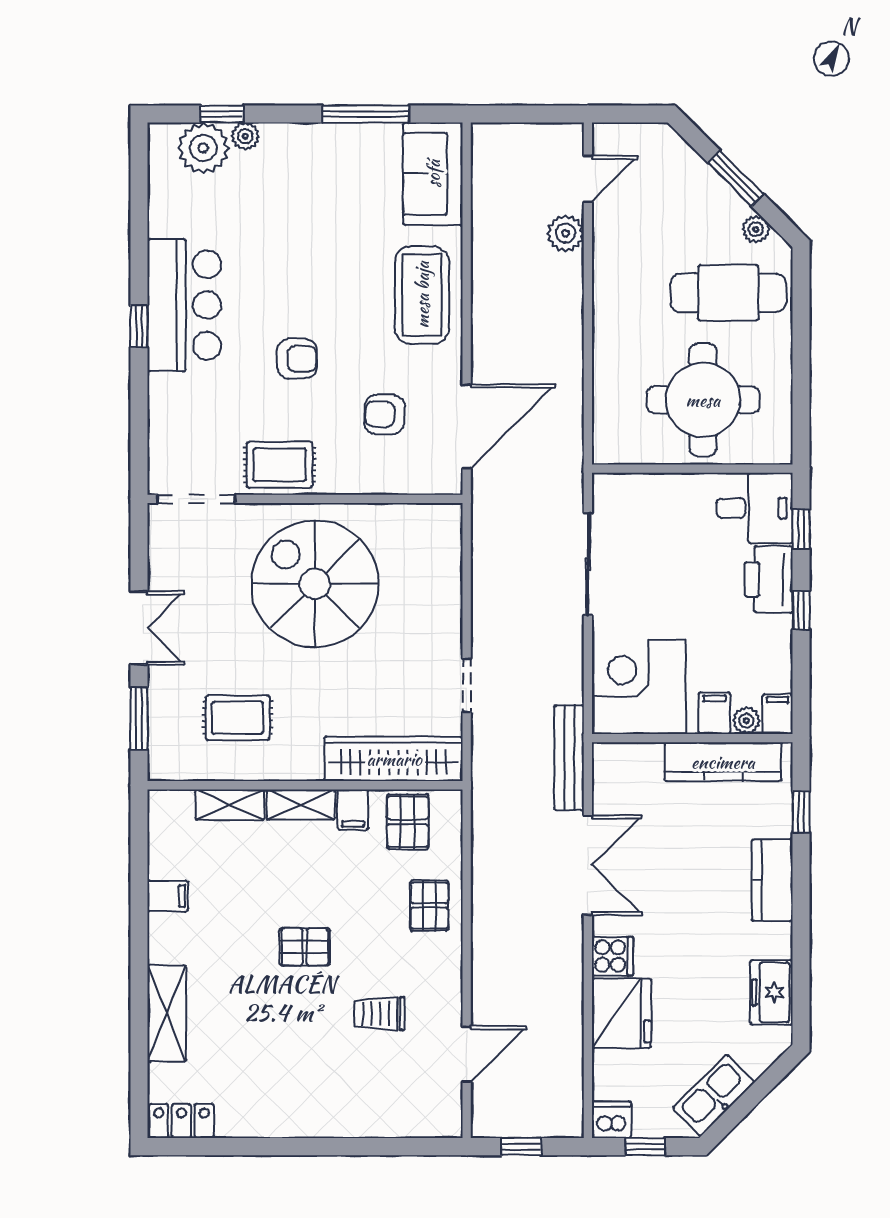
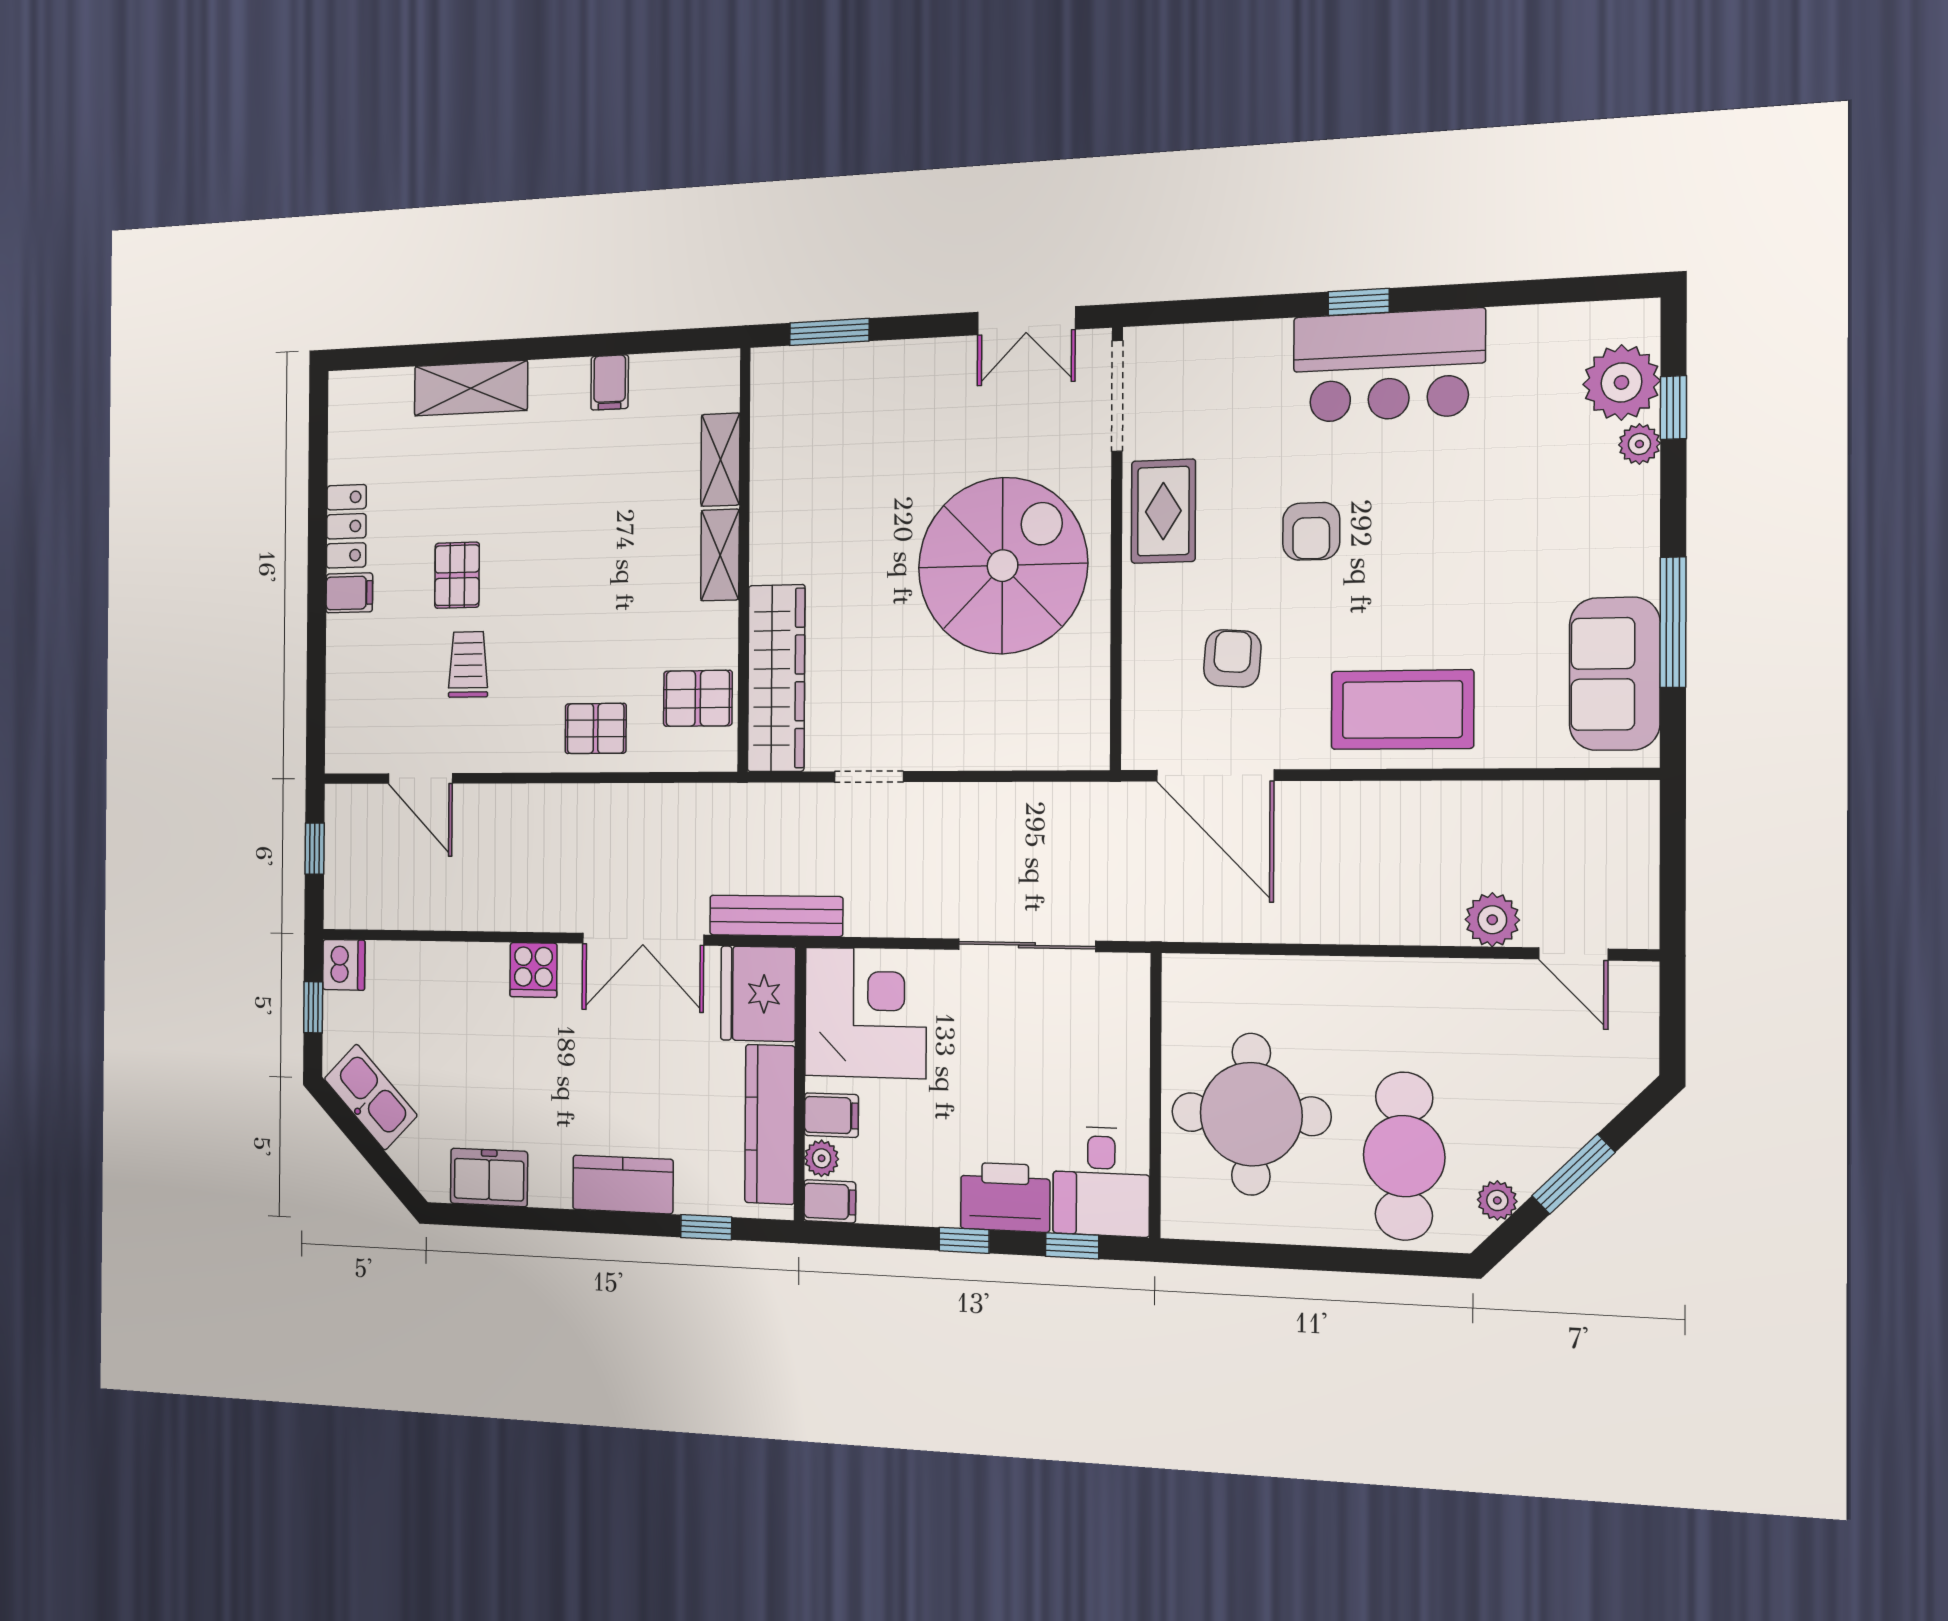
sofa: (433, 174) -> (1615, 674), moved, turned -90
double door: (139, 628) -> (1026, 321), moved
rug: (238, 718) -> (829, 466), removed
filing cabinet: (353, 810) -> (349, 593), moved, turned 180
pallet: (305, 947) -> (457, 575), moved
fridge: (622, 1013) -> (758, 994), moved, turned 90
locker: (181, 1121) -> (346, 526), moved

